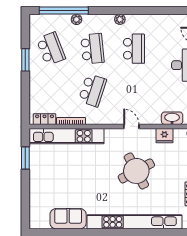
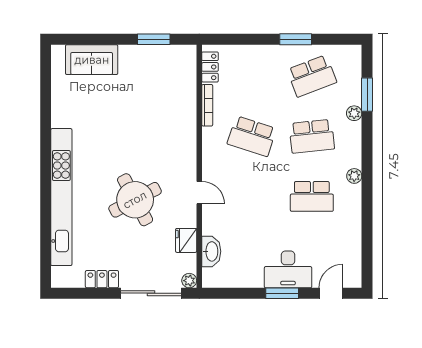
window: (64, 11) -> (367, 95), width x0.47
door: (131, 127) -> (199, 193), hinge flipped
kitchen unit: (67, 136) -> (185, 99), removed
sofa: (68, 219) -> (92, 60), moved, turned 90

